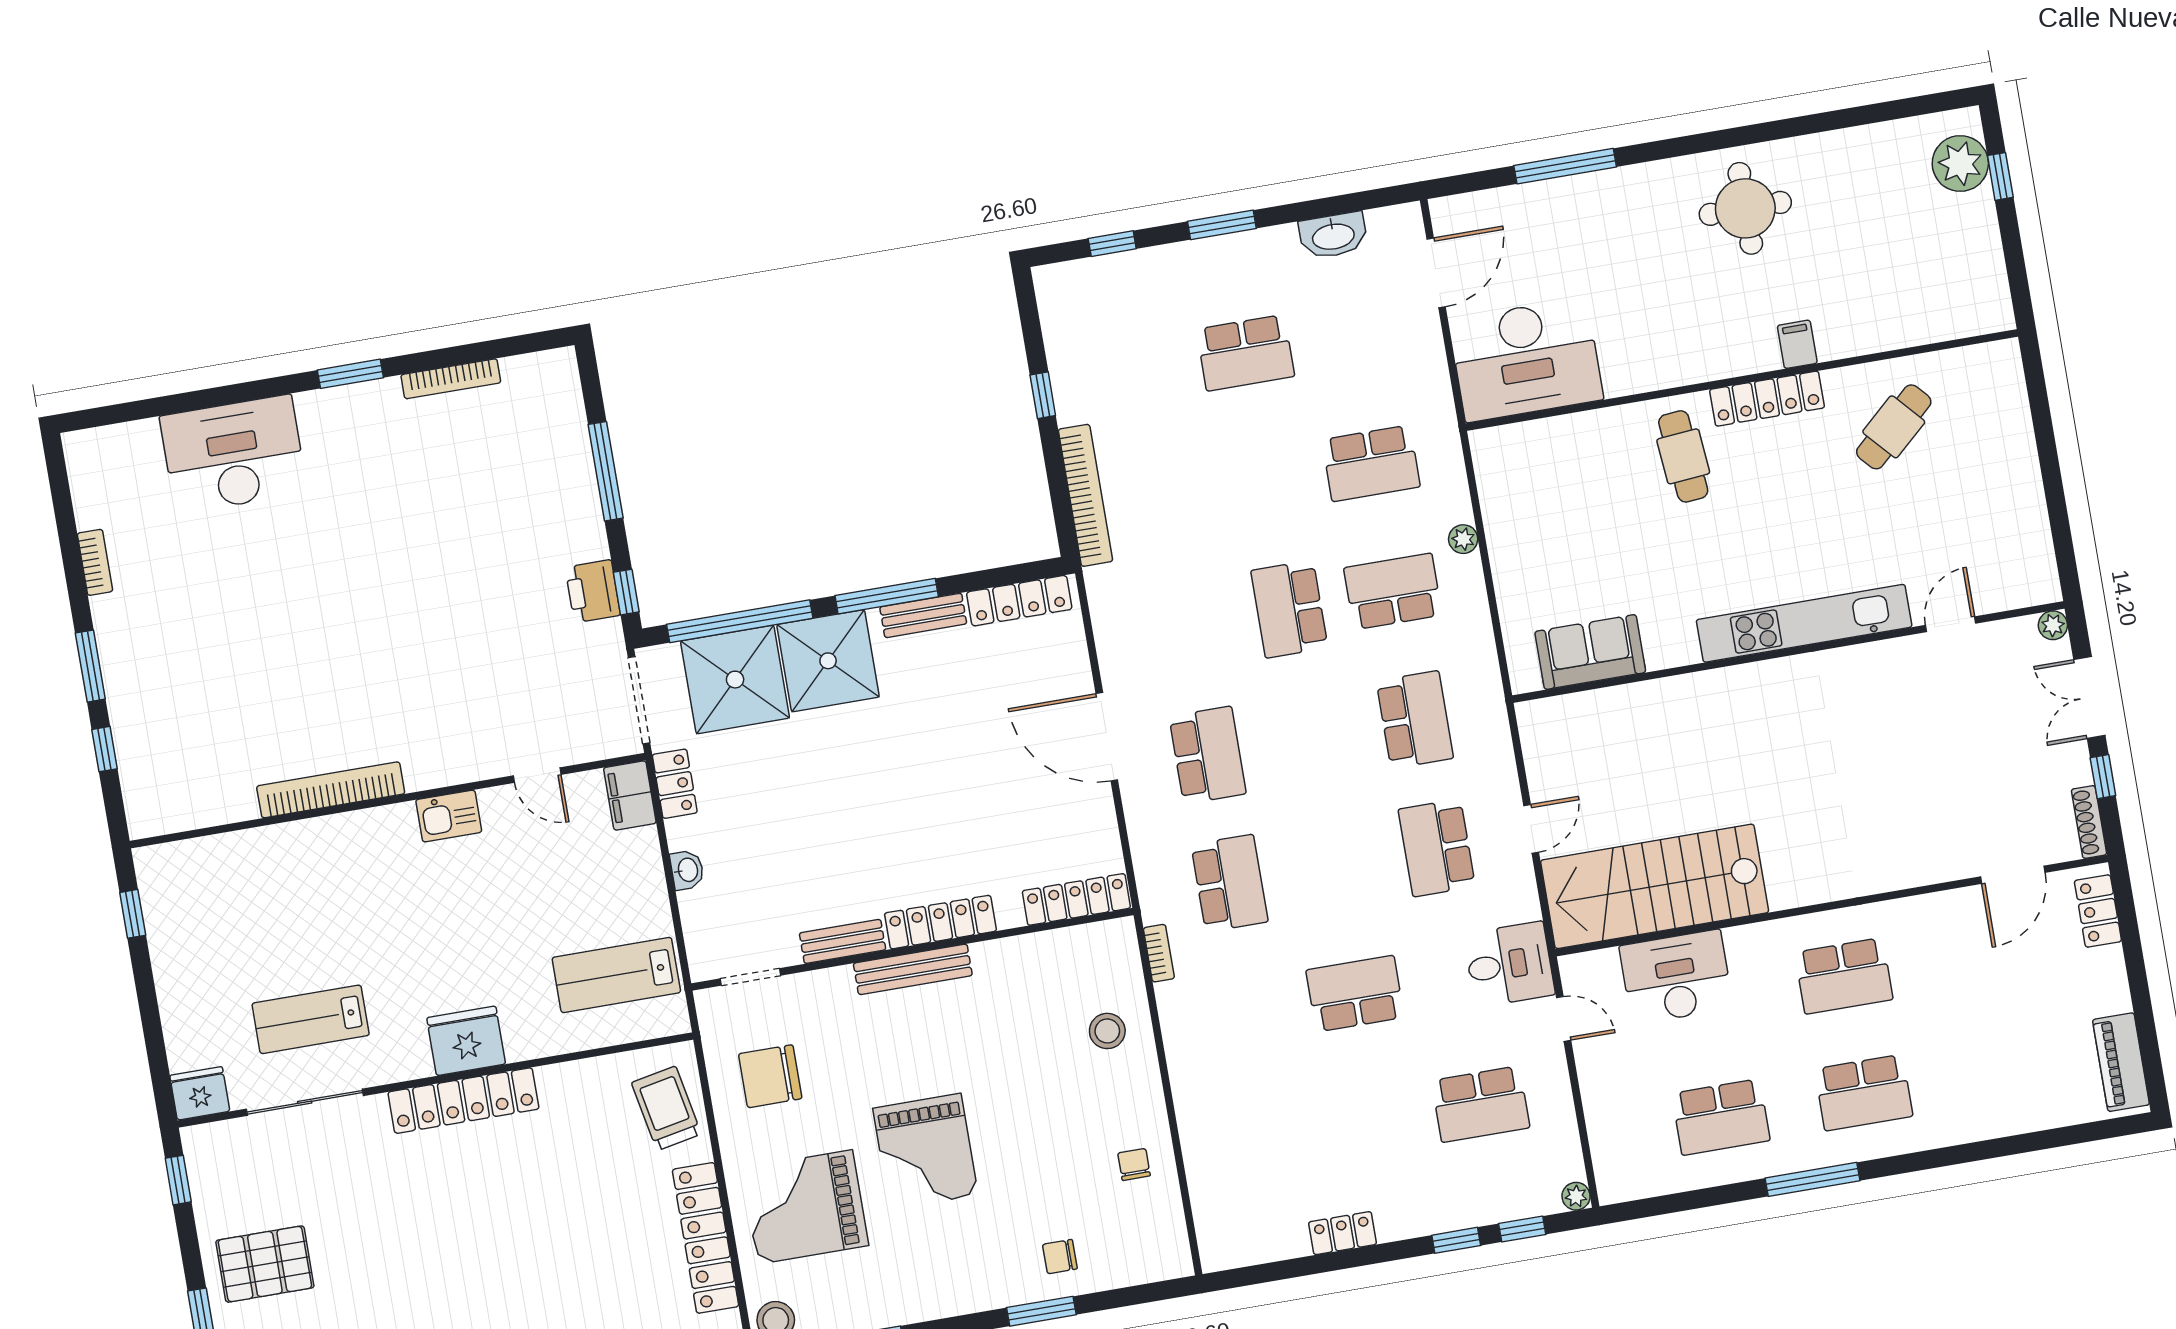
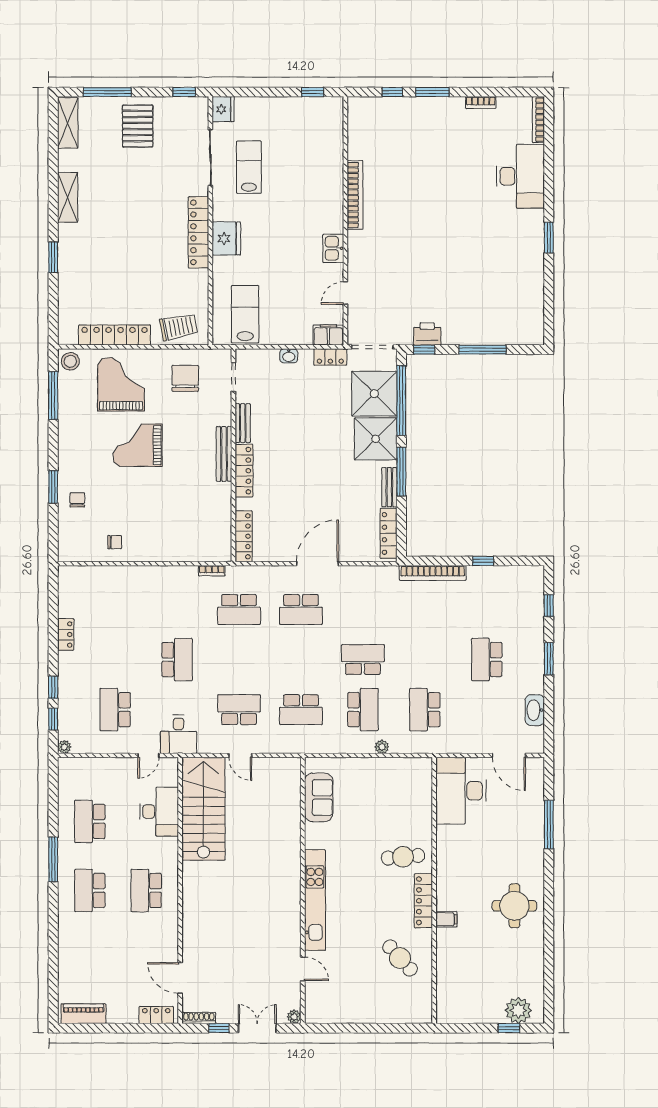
bookcase: (451, 379) -> (538, 120), moved
stool: (1107, 1031) -> (179, 540), removed

